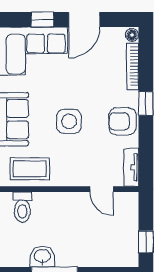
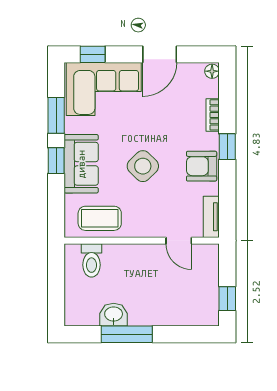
window: (42, 20) -> (93, 54), moved
bookcase: (133, 66) -> (213, 115), width x0.64
side table: (69, 121) -> (143, 166), turned 45

